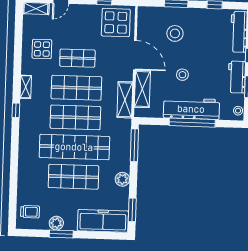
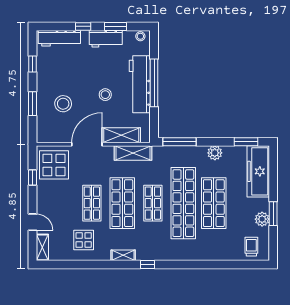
shop shelf: (75, 117) -> (153, 203), width x0.70, depth x0.74

